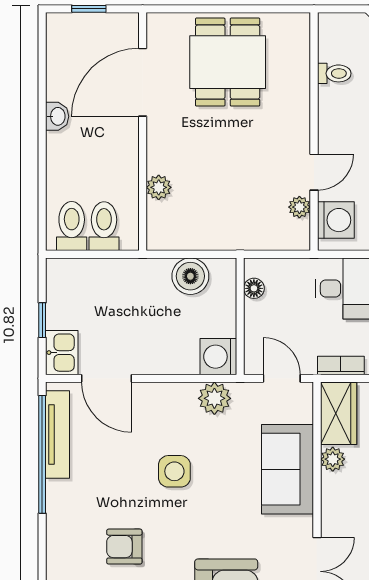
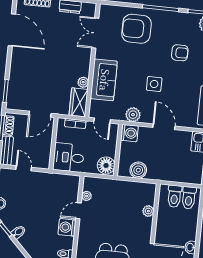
washing machine: (336, 220) -> (67, 227), moved
floor lamp: (254, 288) -> (106, 165), width x1.89, depth x1.89
door: (107, 378) -> (164, 127), moved

